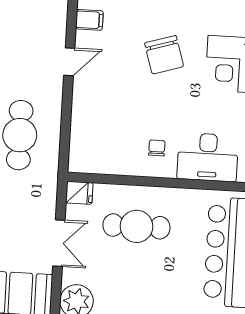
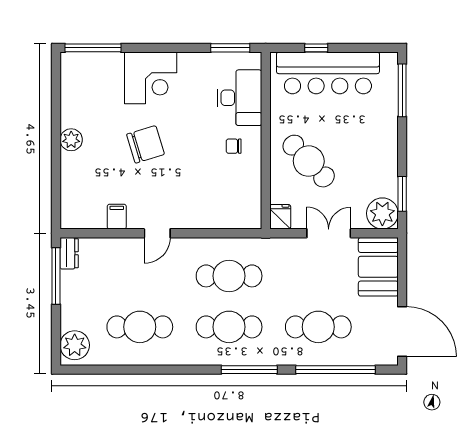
door: (69, 62) -> (157, 233), swing flipped
cafe table: (136, 226) -> (309, 161), turned -44

